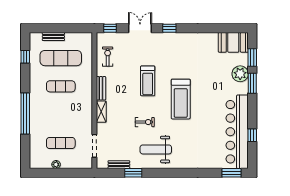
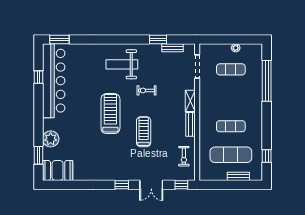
window: (252, 83) -> (38, 129), removed
window: (25, 114) -> (267, 81), moved
weight bench: (156, 149) -> (122, 64), moved, turned 180

